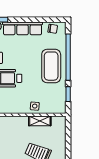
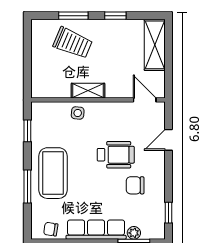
window: (68, 57) -> (27, 187), width x0.47
shelving: (40, 121) -> (88, 91), moved

